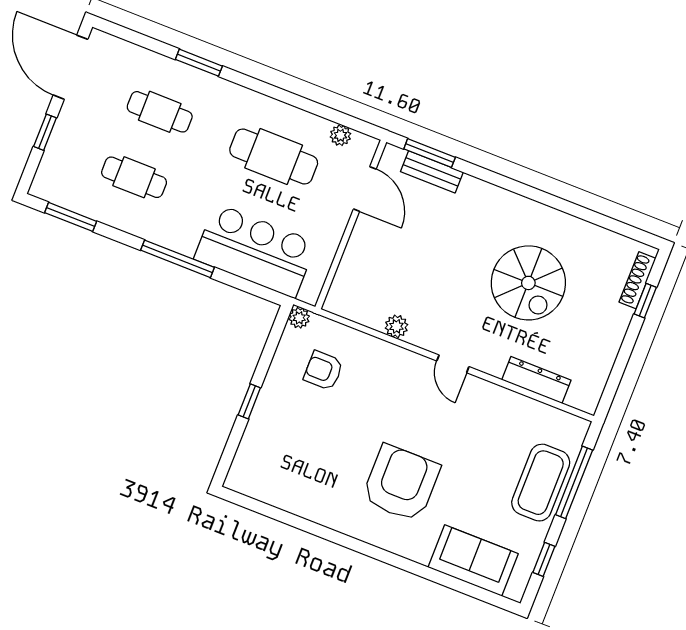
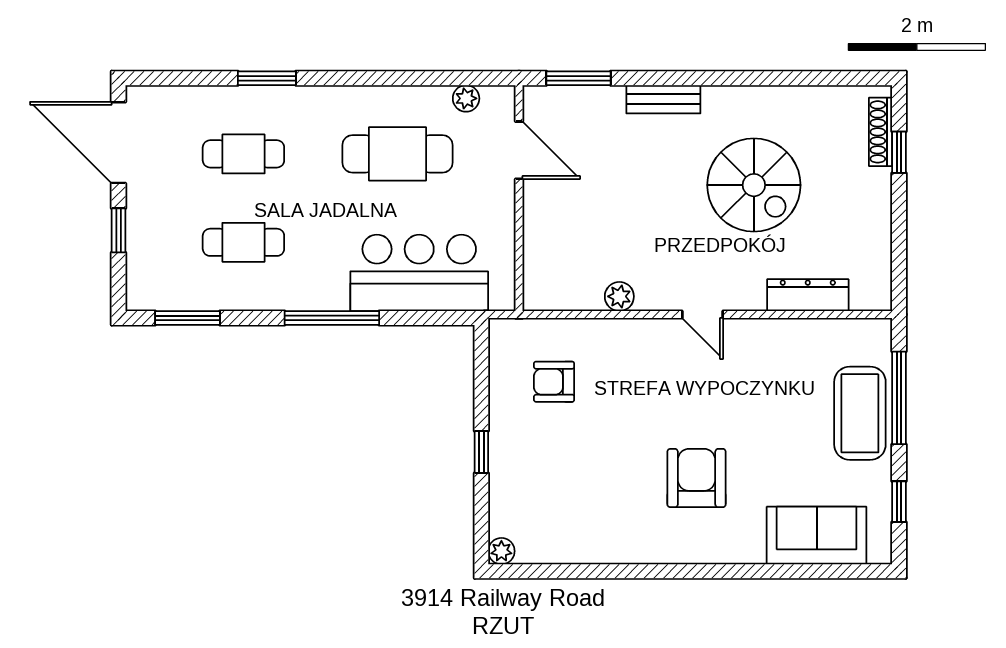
bench: (432, 172) -> (663, 99), moved
plant: (299, 318) -> (501, 551), moved
armchair: (401, 483) -> (697, 478), width x0.73, depth x0.73

